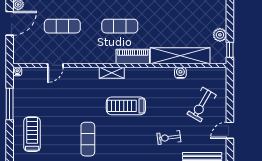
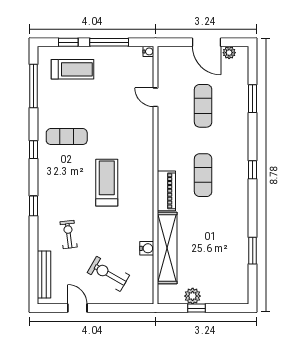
window: (230, 50) -> (196, 308), moved
shelving: (112, 73) -> (147, 165), removed
window: (10, 138) -> (68, 42), added

